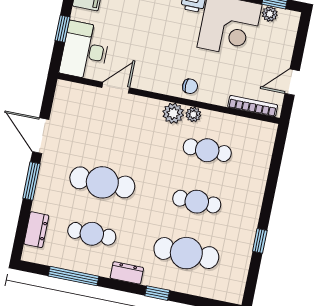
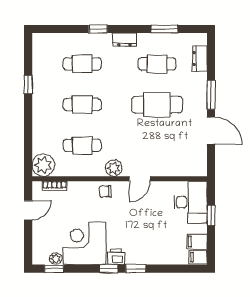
door: (116, 88) -> (140, 179), moved
bookcase: (253, 106) -> (54, 186), width x0.64
plant: (193, 114) -> (43, 165), moved, width x1.88, depth x1.88
cafe table: (186, 253) -> (82, 64), width x0.73, depth x0.74
window: (73, 276) -> (164, 29), width x0.69

